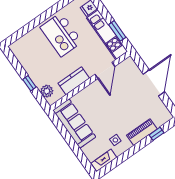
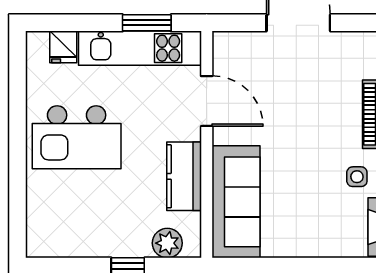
sofa: (74, 124) -> (236, 202), moved, turned 90

